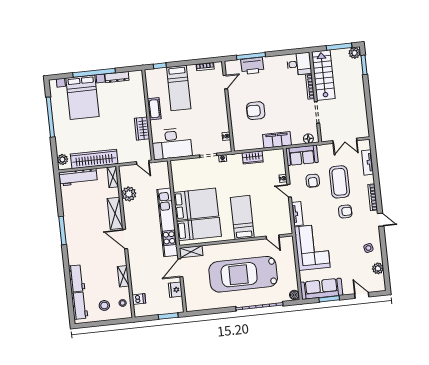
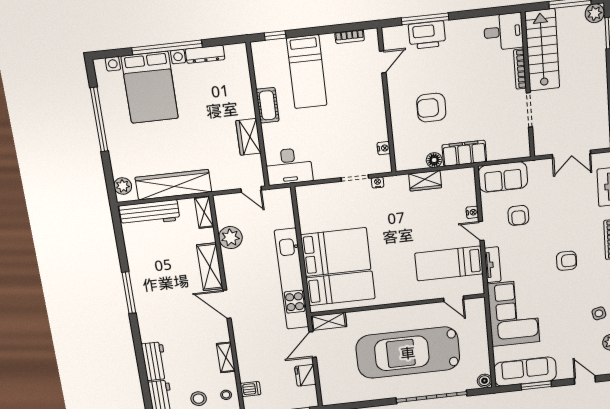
floor lamp: (308, 139) -> (434, 160), moved
desk: (172, 144) -> (289, 166), width x0.73, depth x0.77
coffee table: (339, 182) -> (560, 217), removed
bed: (242, 217) -> (449, 263), moved, turned -90

